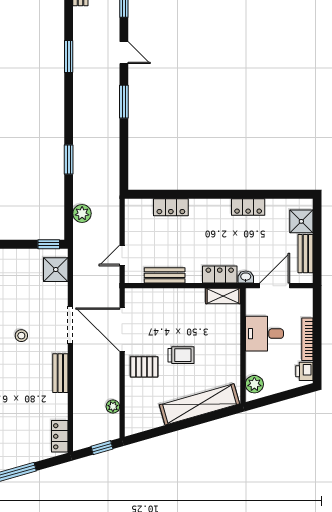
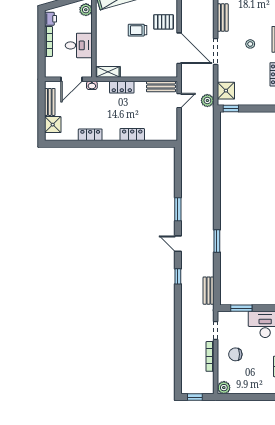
window: (69, 160) -> (217, 168), removed
locker: (171, 207) -> (132, 135), moved
plant: (82, 213) -> (207, 101), moved
locker: (220, 274) -> (122, 87), moved
bench: (165, 275) -> (161, 87), moved

